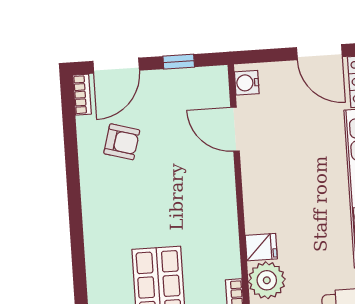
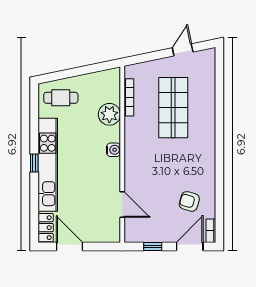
water cooler: (247, 83) -> (113, 150), moved
fridge: (261, 247) -> (111, 134), removed

